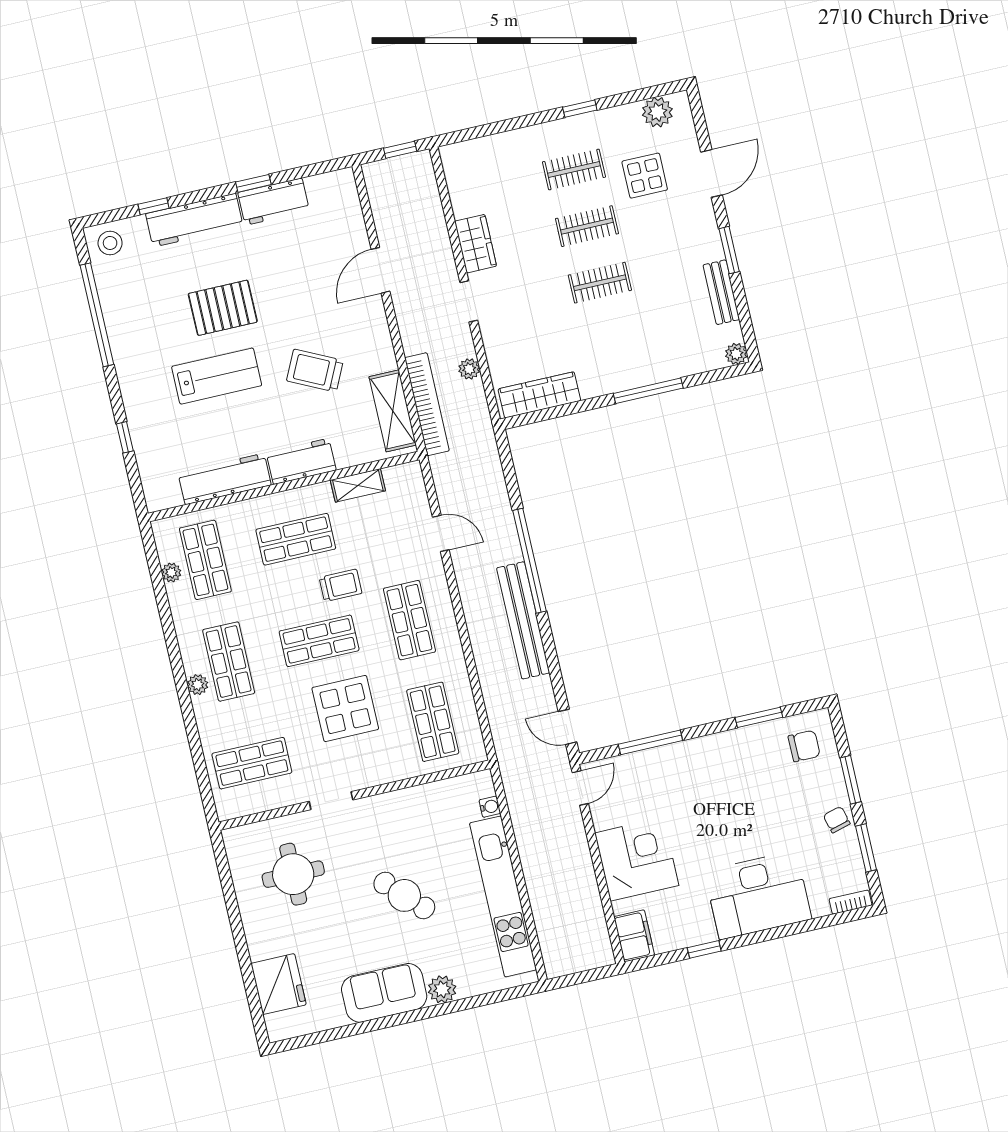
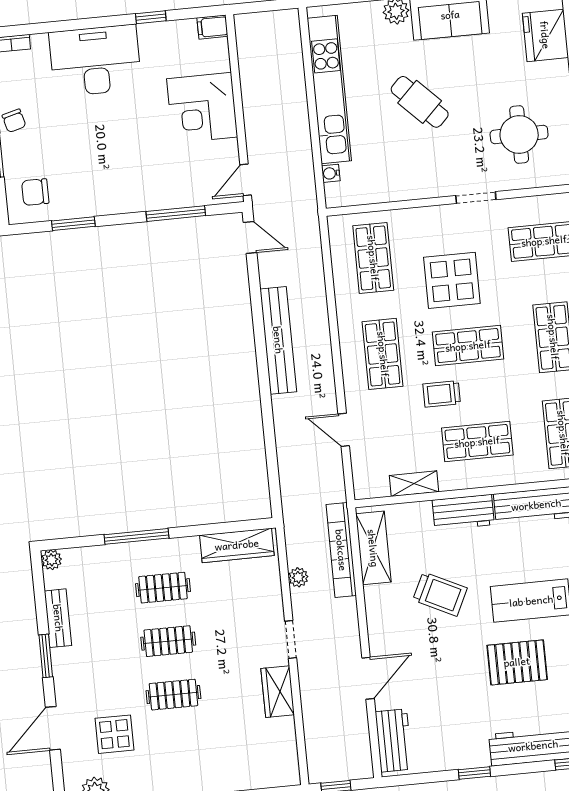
clothes rail: (574, 169) -> (163, 588), moved
workbench: (274, 202) -> (394, 740), moved, turned 90
window: (530, 561) -> (265, 394), removed
filing cabinet: (634, 936) -> (212, 27), width x0.50

